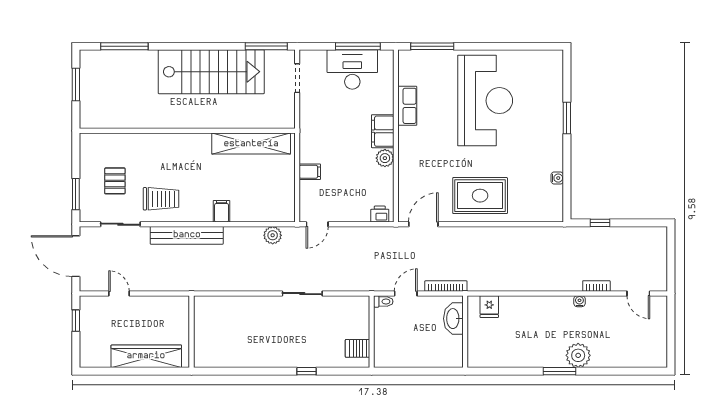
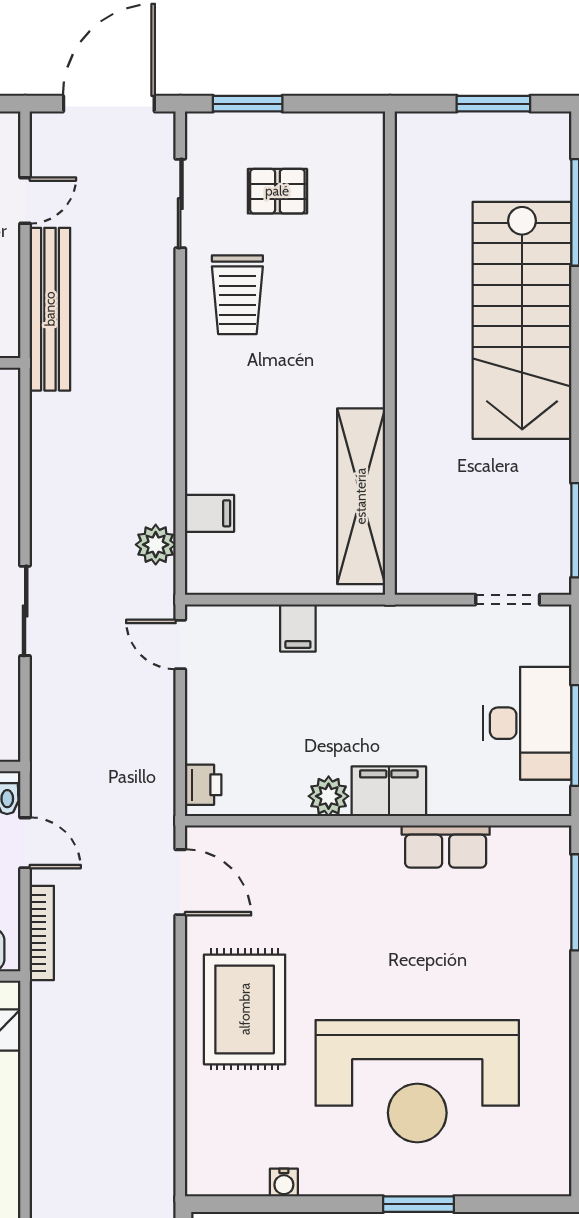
stairs: (211, 72) -> (522, 320), moved
reception desk: (485, 101) -> (417, 1081), moved
filing cabinet: (222, 211) -> (209, 513), moved
bench: (187, 235) -> (50, 309), moved

